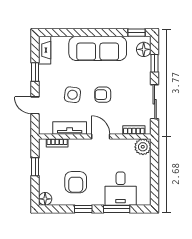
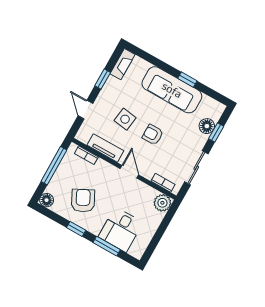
window: (137, 33) -> (187, 80), moved
floor lamp: (144, 49) -> (207, 126), moved
window: (35, 167) -> (54, 166), width x2.17
armchair: (76, 182) -> (83, 201), turned 153

